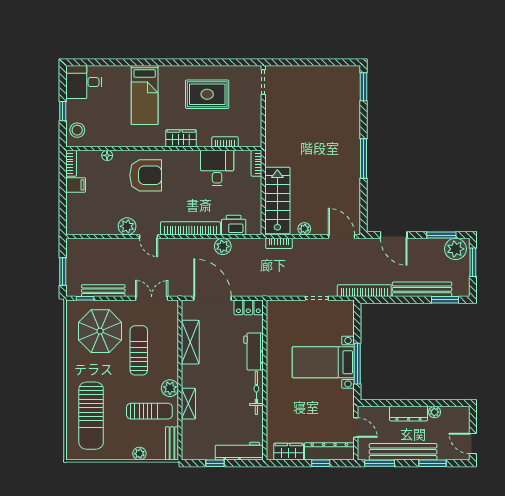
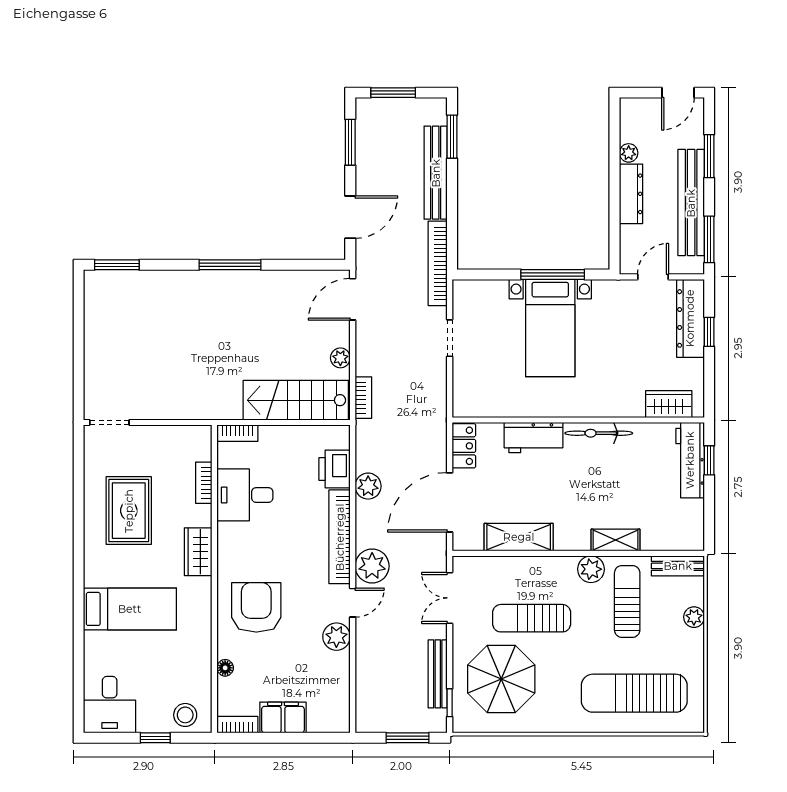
filing cabinet: (76, 185) -> (283, 717), width x2.00
plant: (456, 249) -> (372, 566), moved
sun lounger: (91, 416) -> (634, 693), turned 180
wardrobe: (289, 452) -> (669, 404), moved, turned 90
window: (215, 463) -> (709, 460), moved

